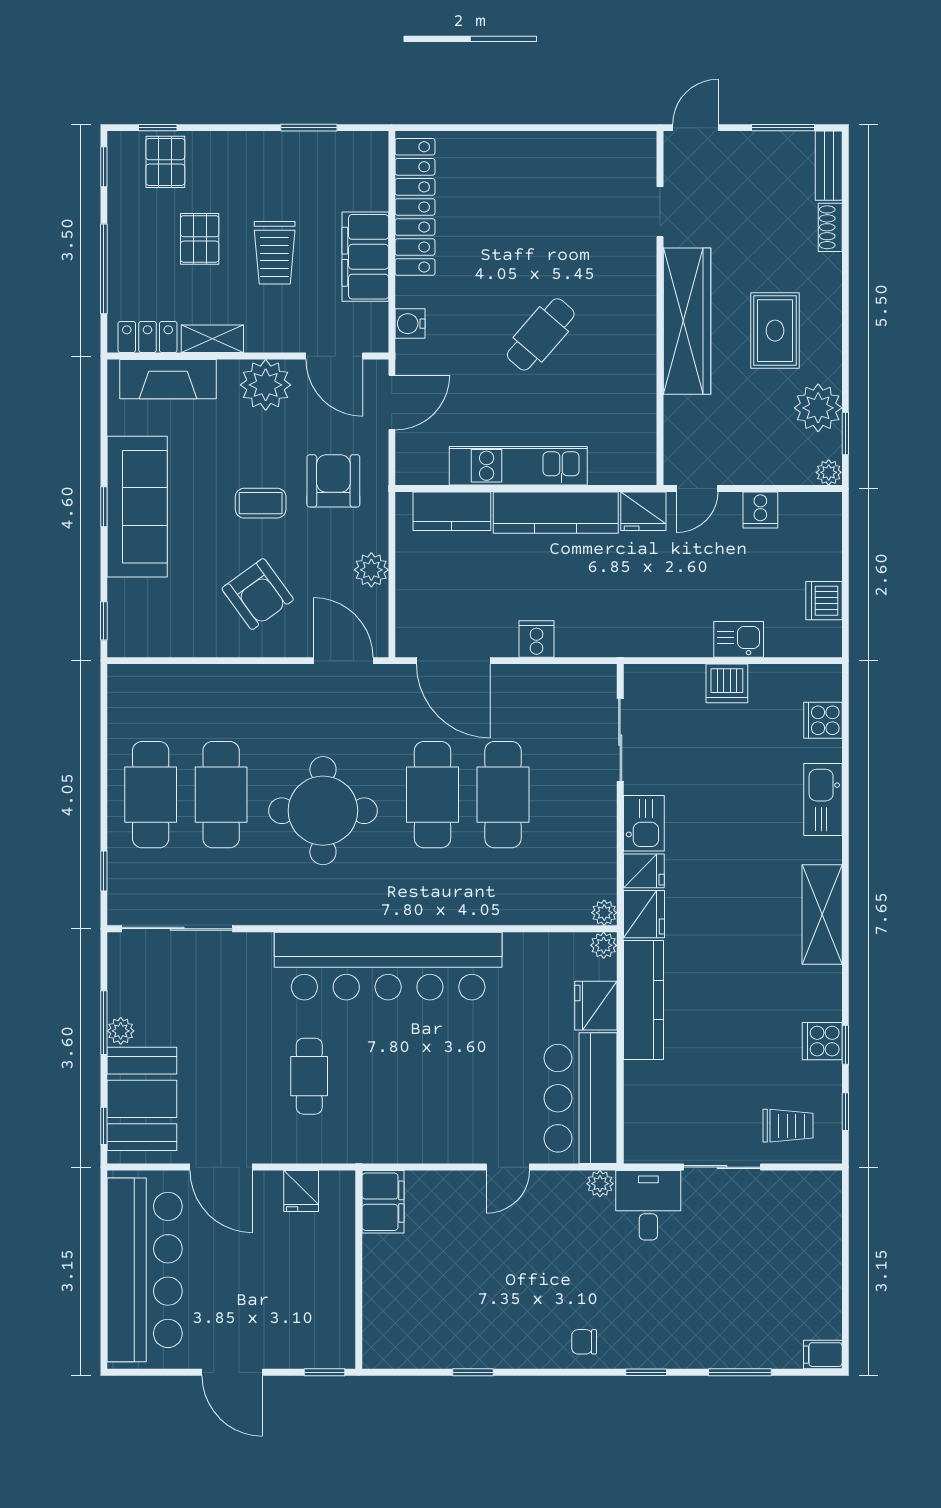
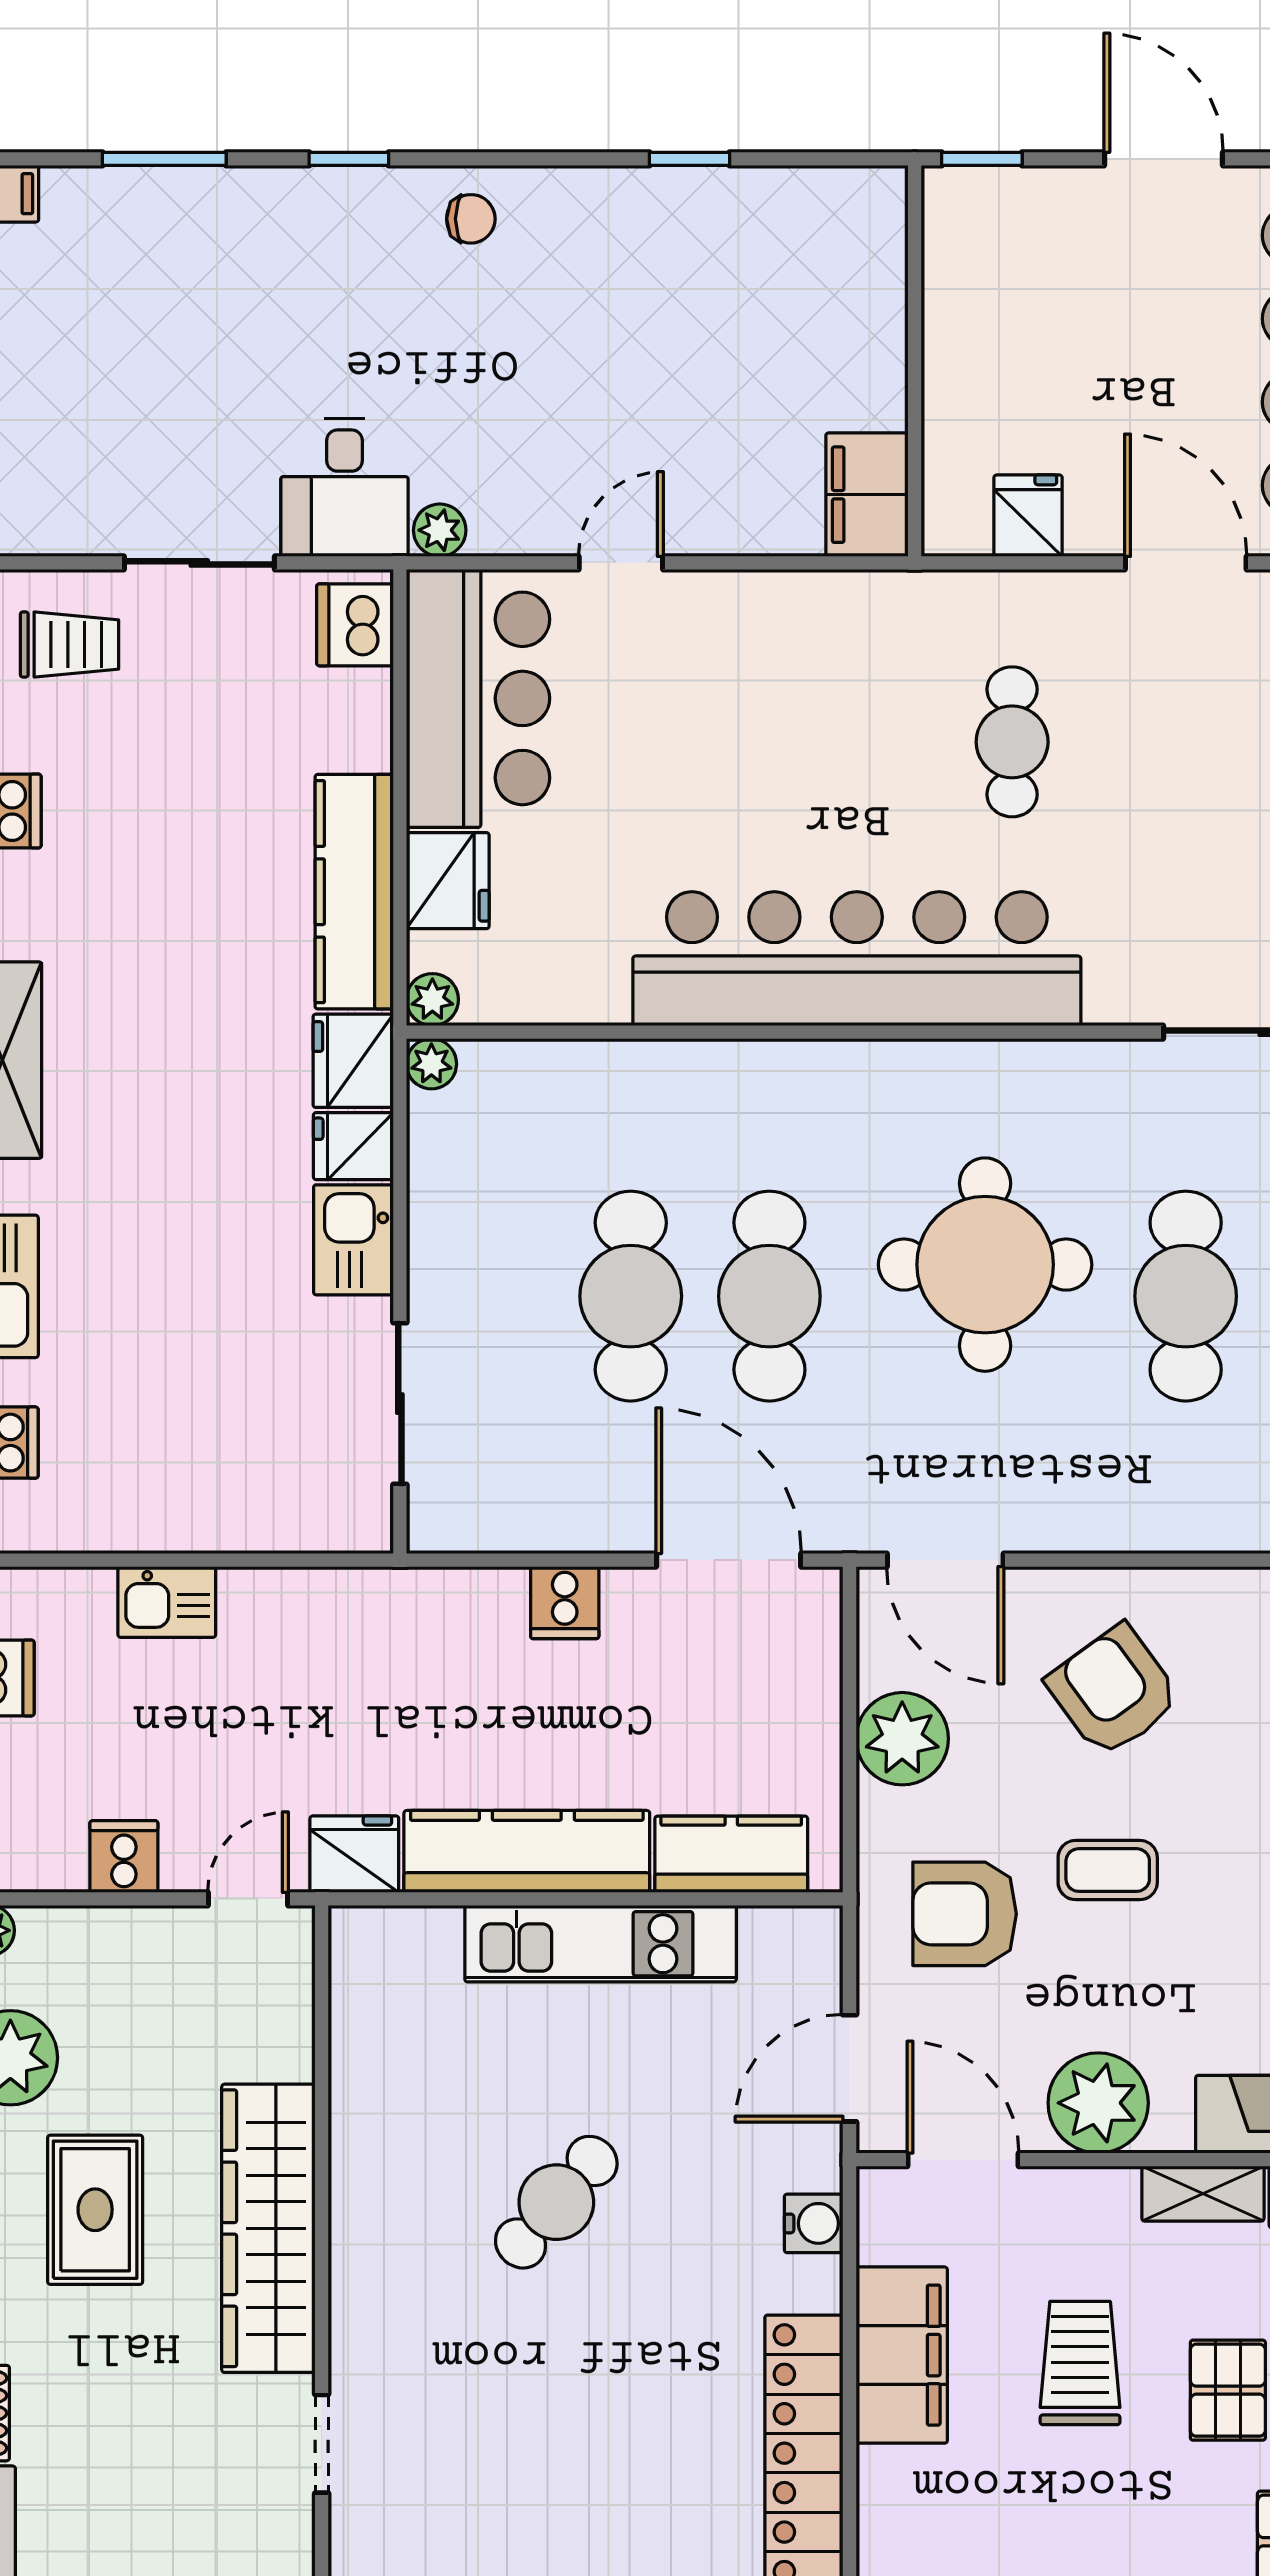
armchair: (333, 481) -> (965, 1914), turned 90
plant: (371, 570) -> (902, 1739), width x1.36, depth x1.36
dishwasher: (727, 683) -> (355, 625), moved, turned -90
trolley: (788, 1126) -> (69, 644), turned 180

